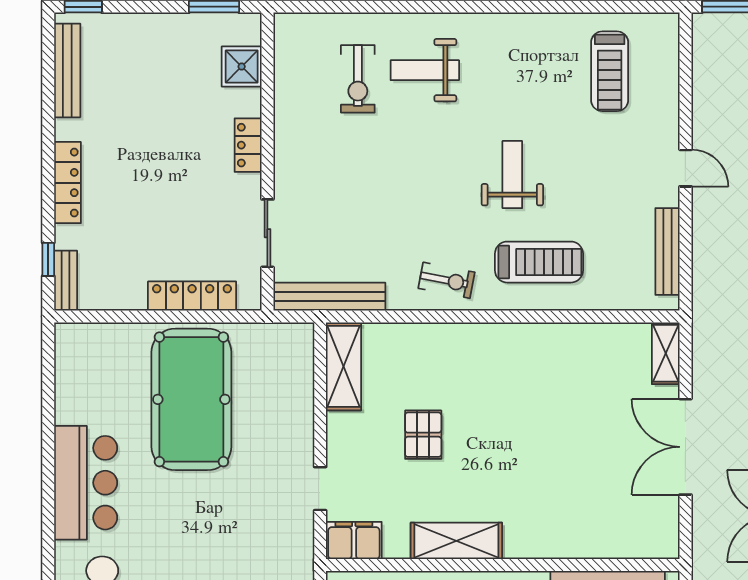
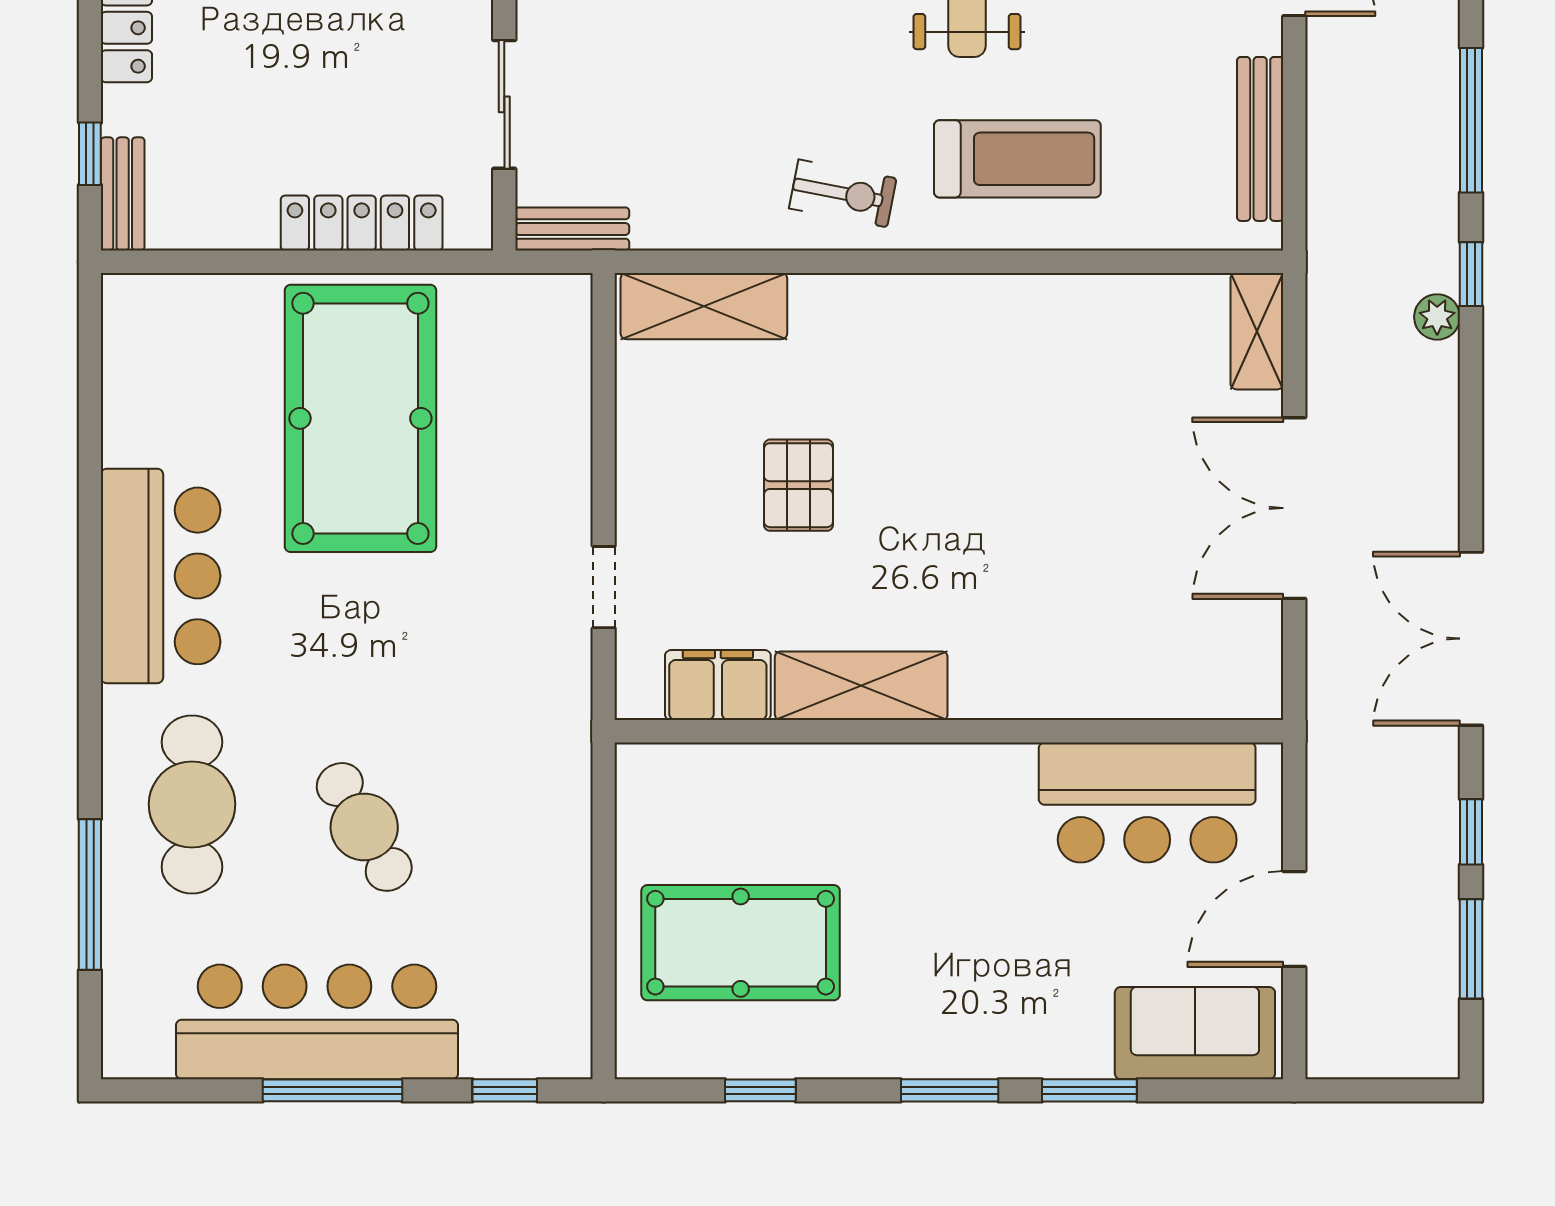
bench: (329, 297) -> (572, 229), width x0.54, depth x0.82
shelving: (344, 366) -> (704, 306), moved, turned 90
filing cabinet: (354, 540) -> (718, 685), moved

